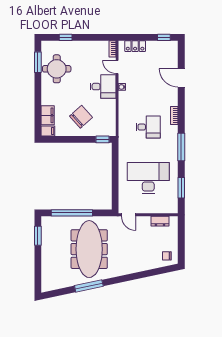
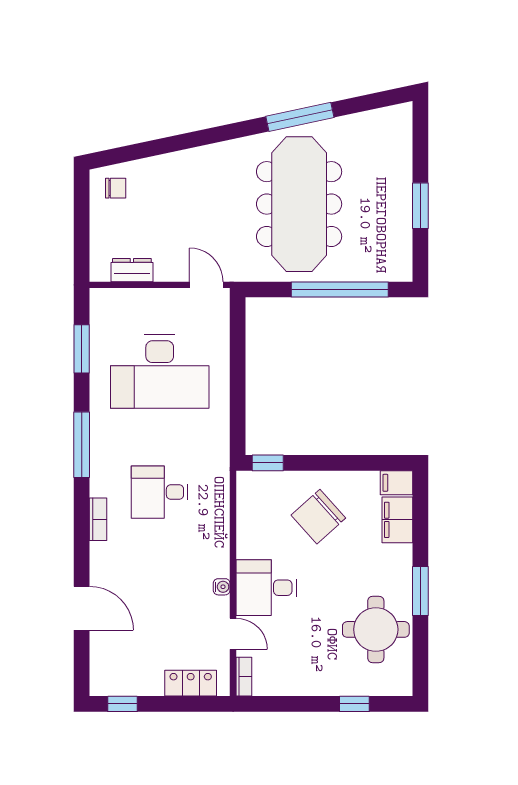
window: (38, 62) -> (420, 591), moved
window: (38, 236) -> (420, 206), moved

